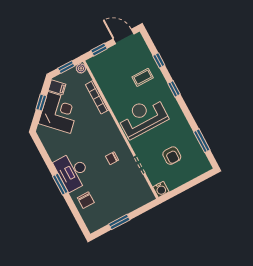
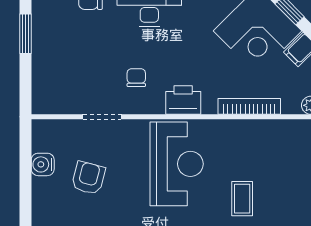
printer: (111, 130) -> (183, 100), added
armchair: (172, 156) -> (88, 178), turned 105
water cooler: (161, 189) -> (43, 164), moved

